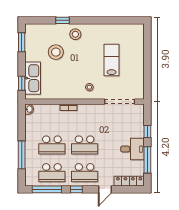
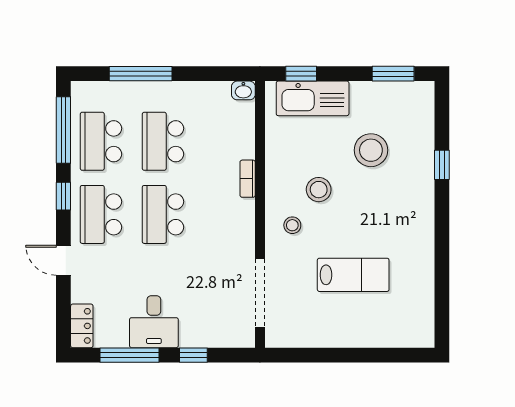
stool: (75, 34) -> (319, 190), moved
locker: (129, 181) -> (82, 326), width x0.66

